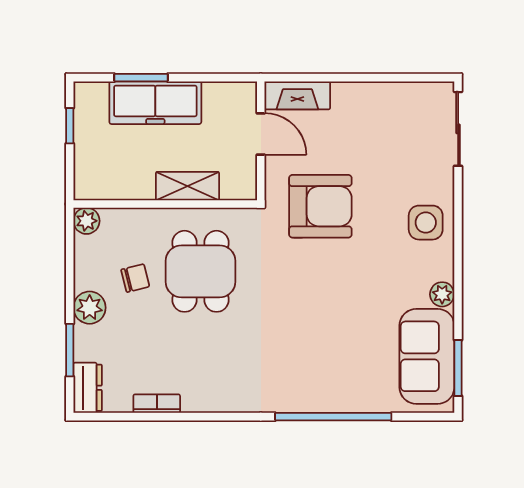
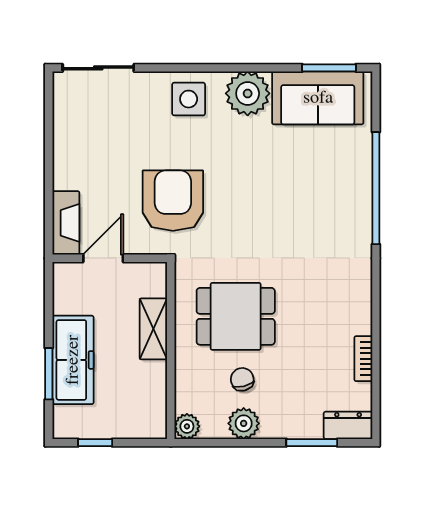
plant: (442, 294) -> (248, 93), width x1.87, depth x1.87
plant: (90, 308) -> (244, 423), moved

